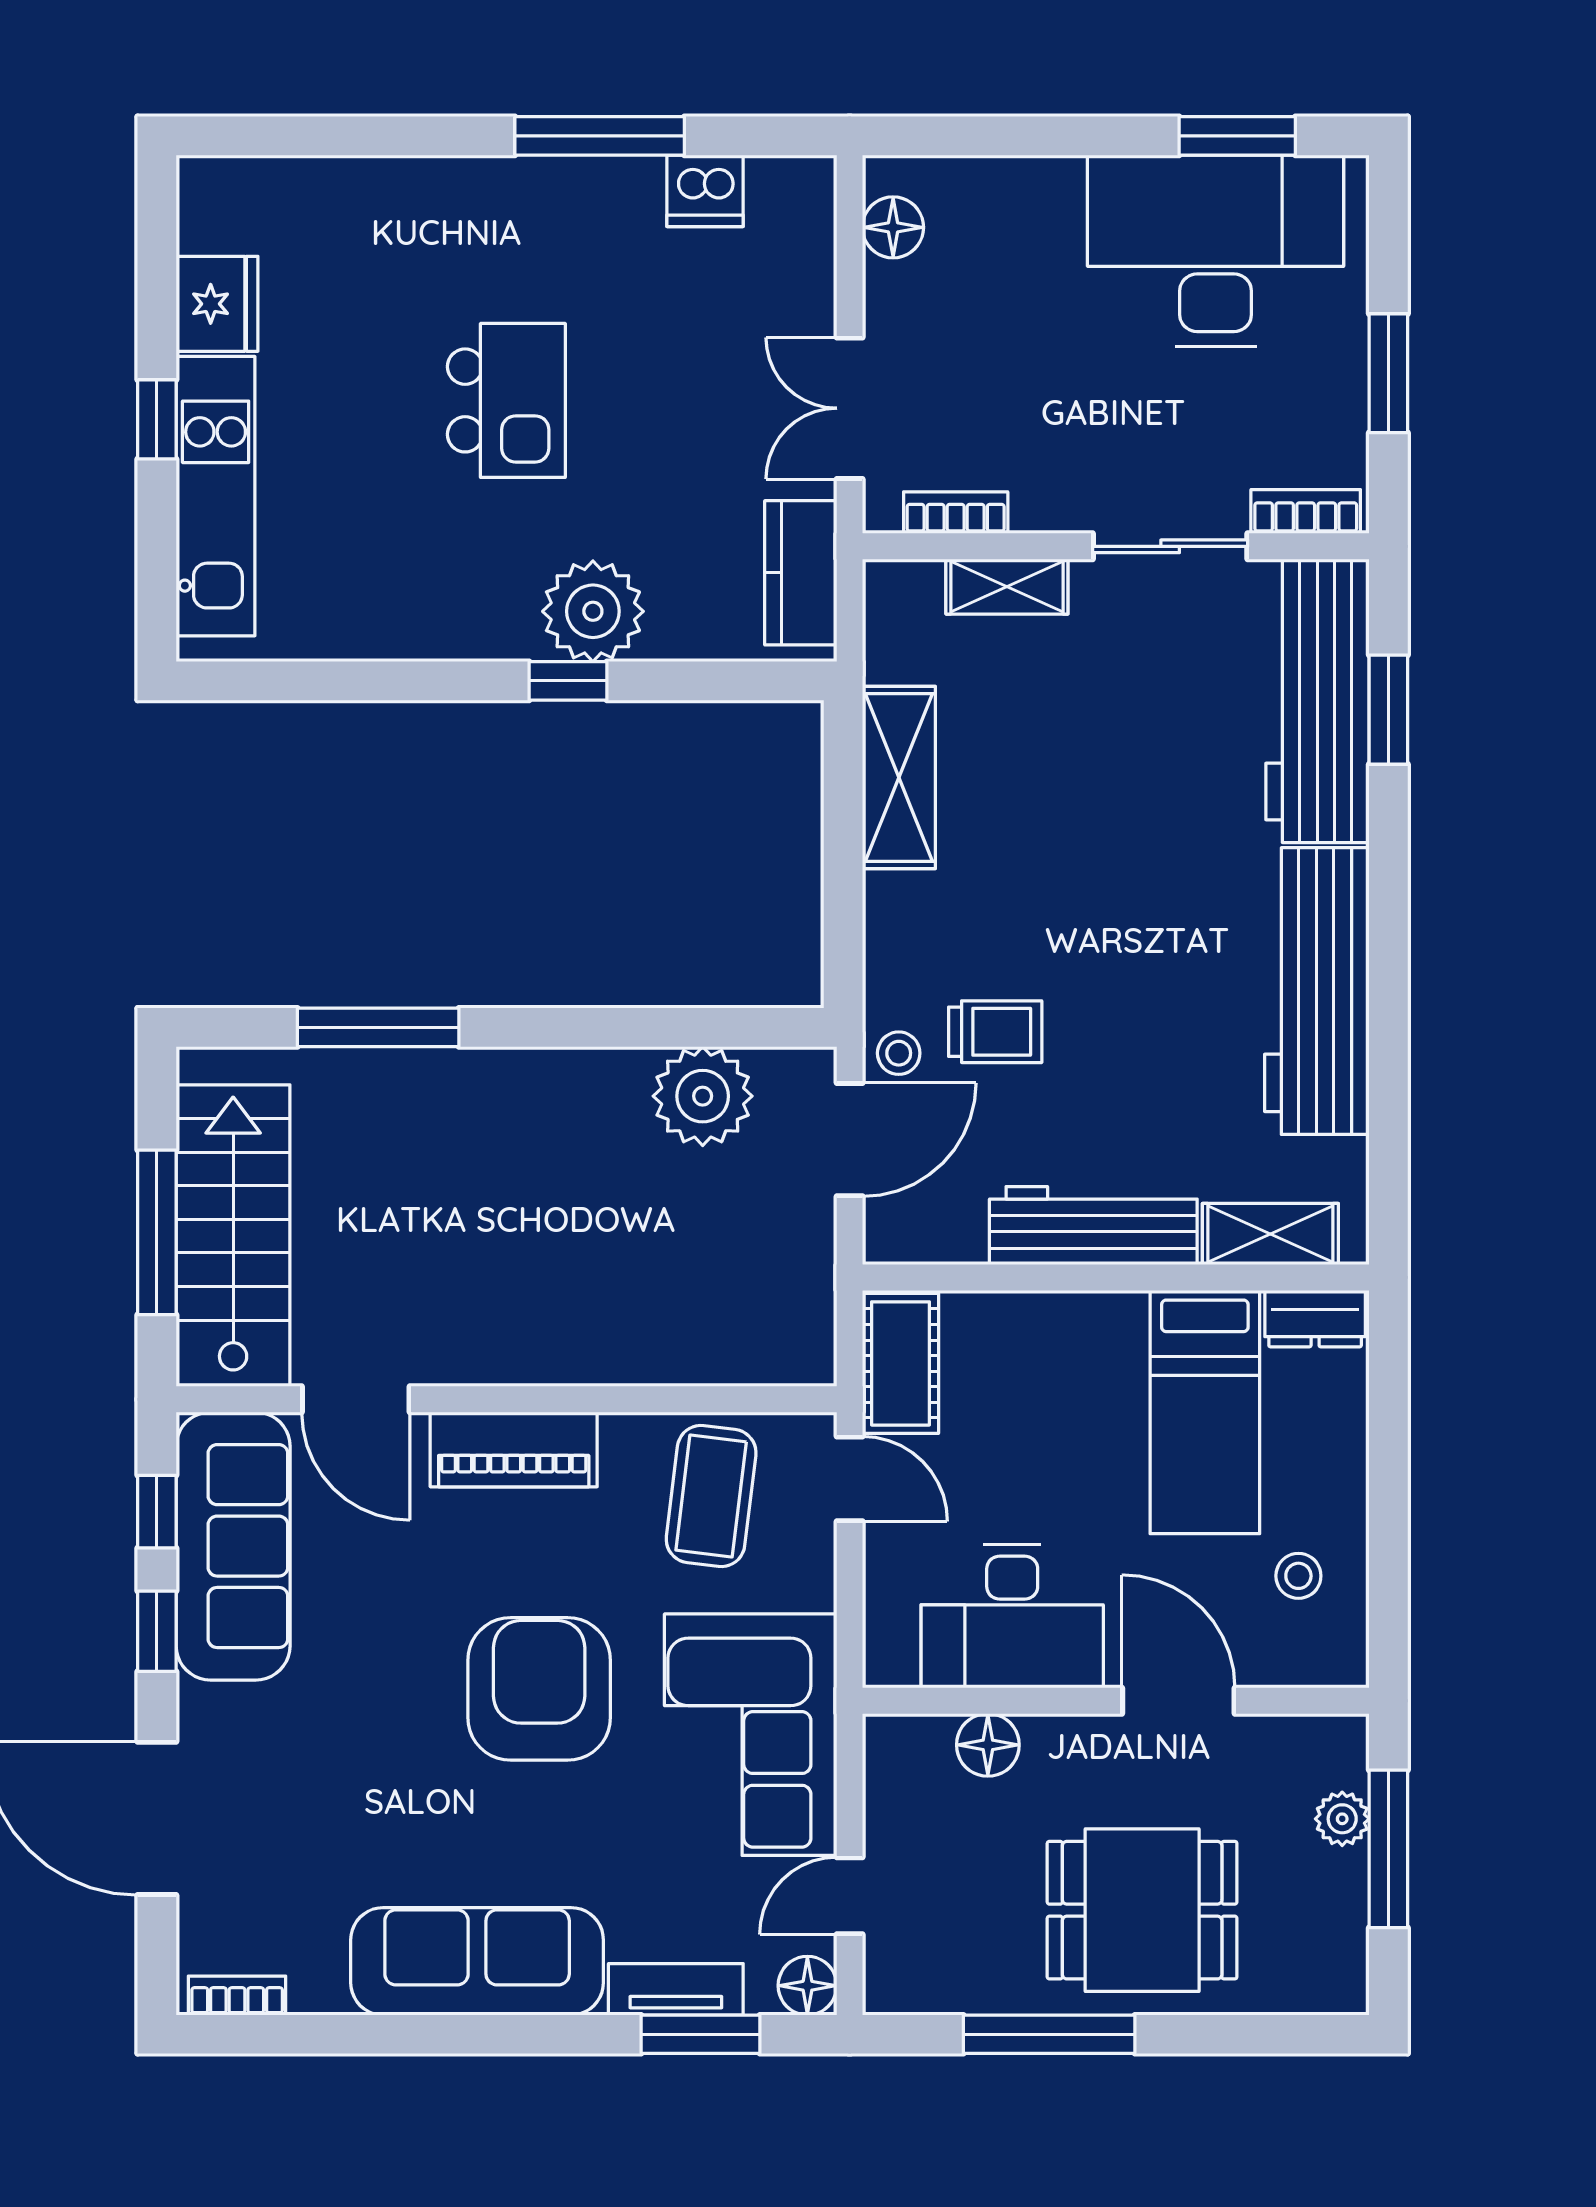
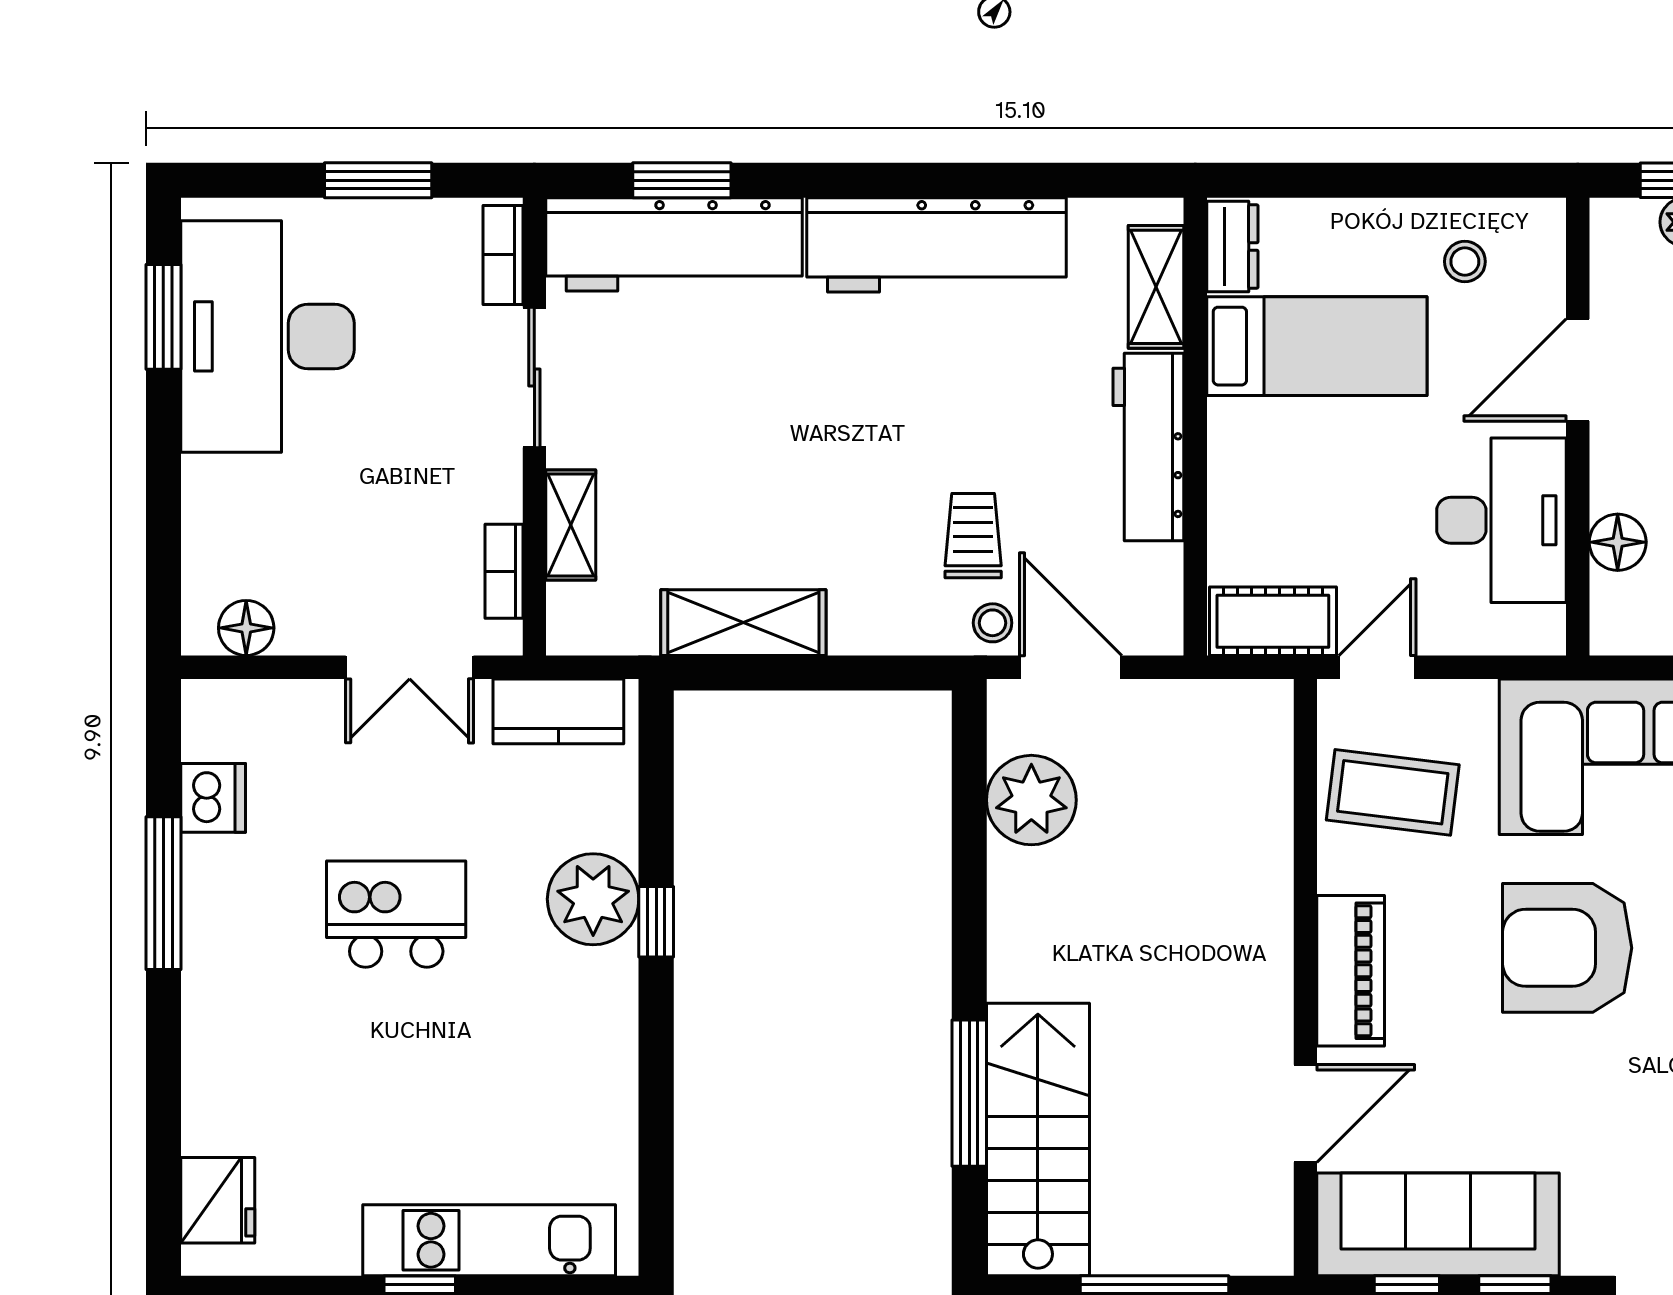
fridge: (217, 304) -> (218, 1200), moved, turned 90
kitchen island: (506, 400) -> (396, 914), moved
stairs: (233, 1236) -> (1038, 1140), moved, turned 90

